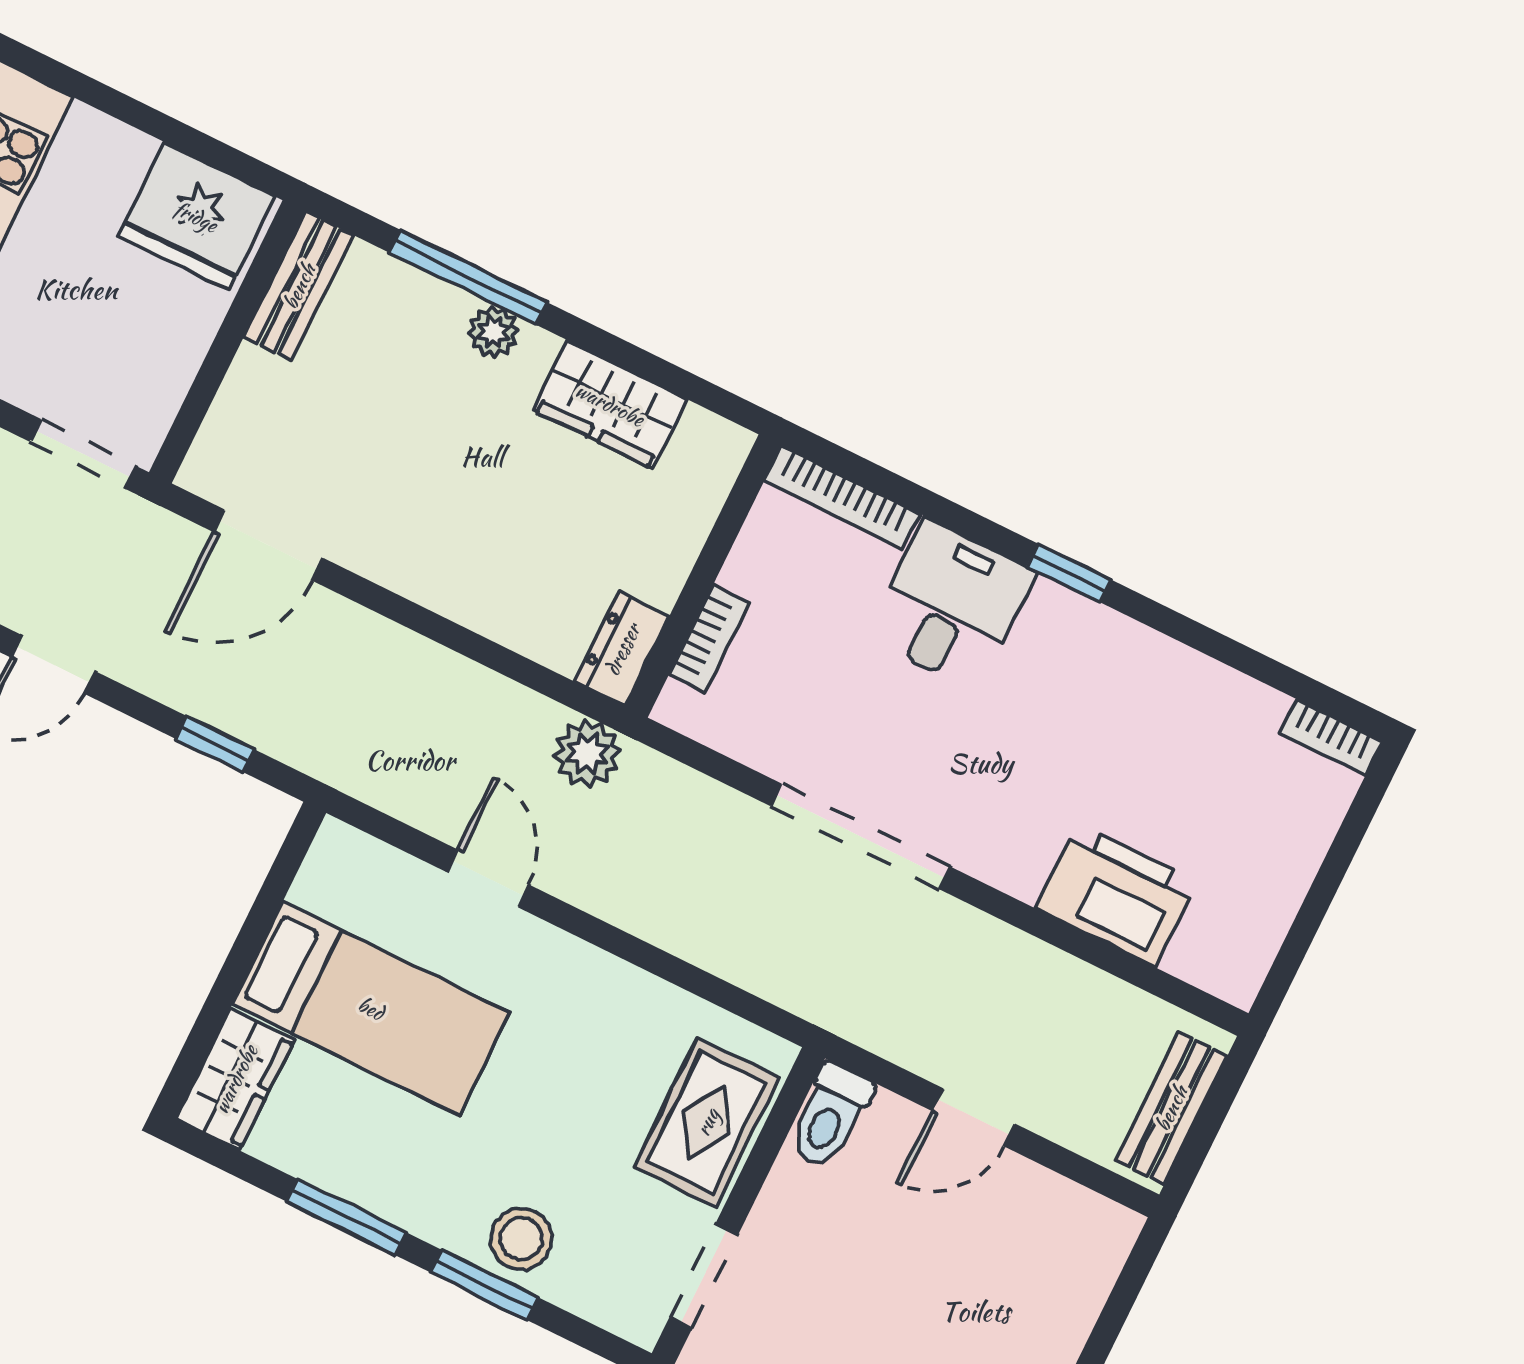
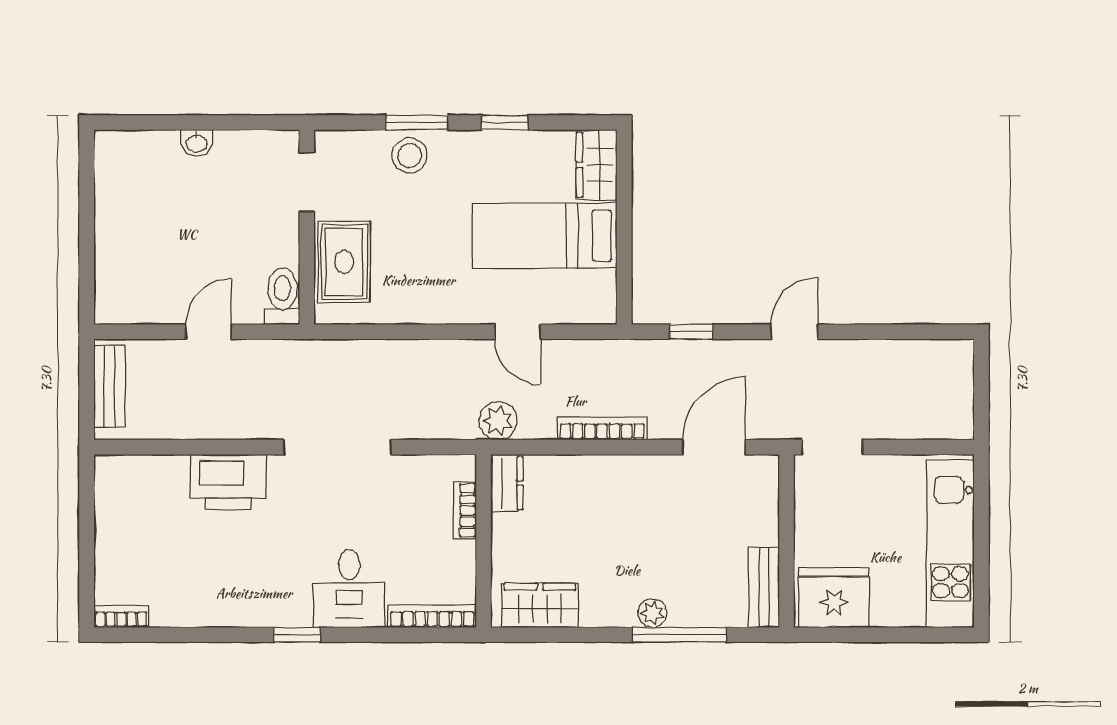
wardrobe: (610, 404) -> (540, 605), moved
bookcase: (430, 661) -> (602, 429), added
printer: (1116, 895) -> (229, 482), moved
window: (347, 1217) -> (505, 122), width x0.67

